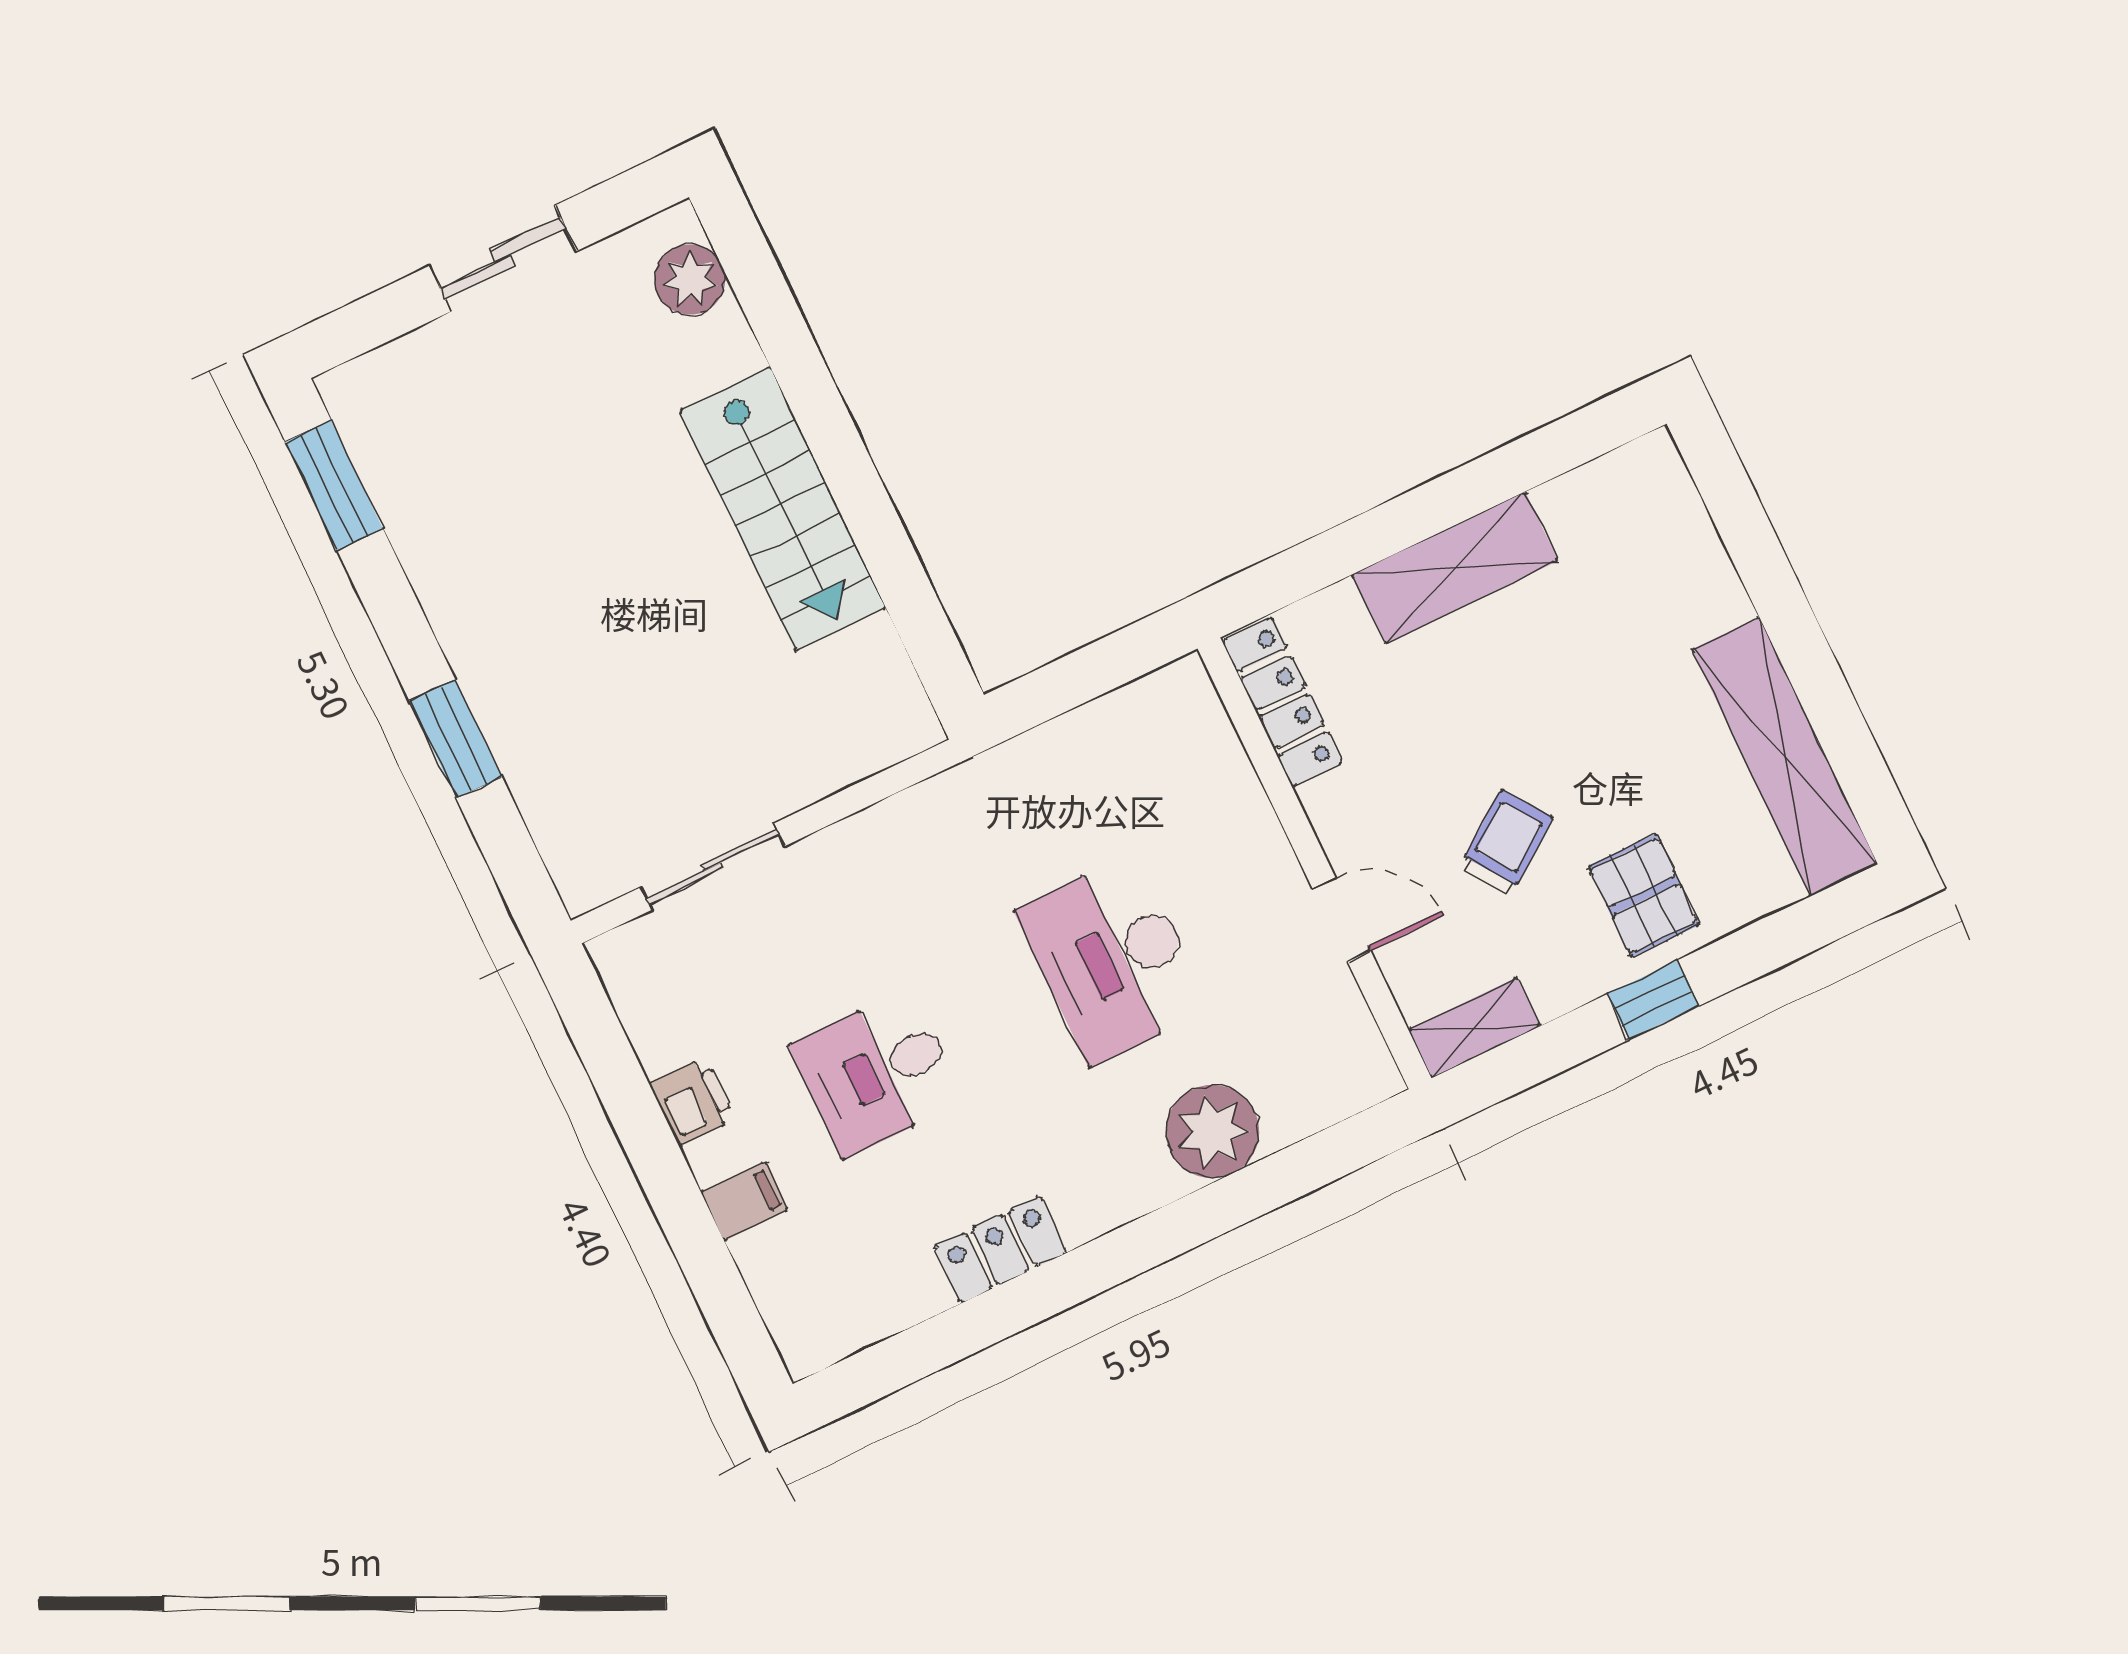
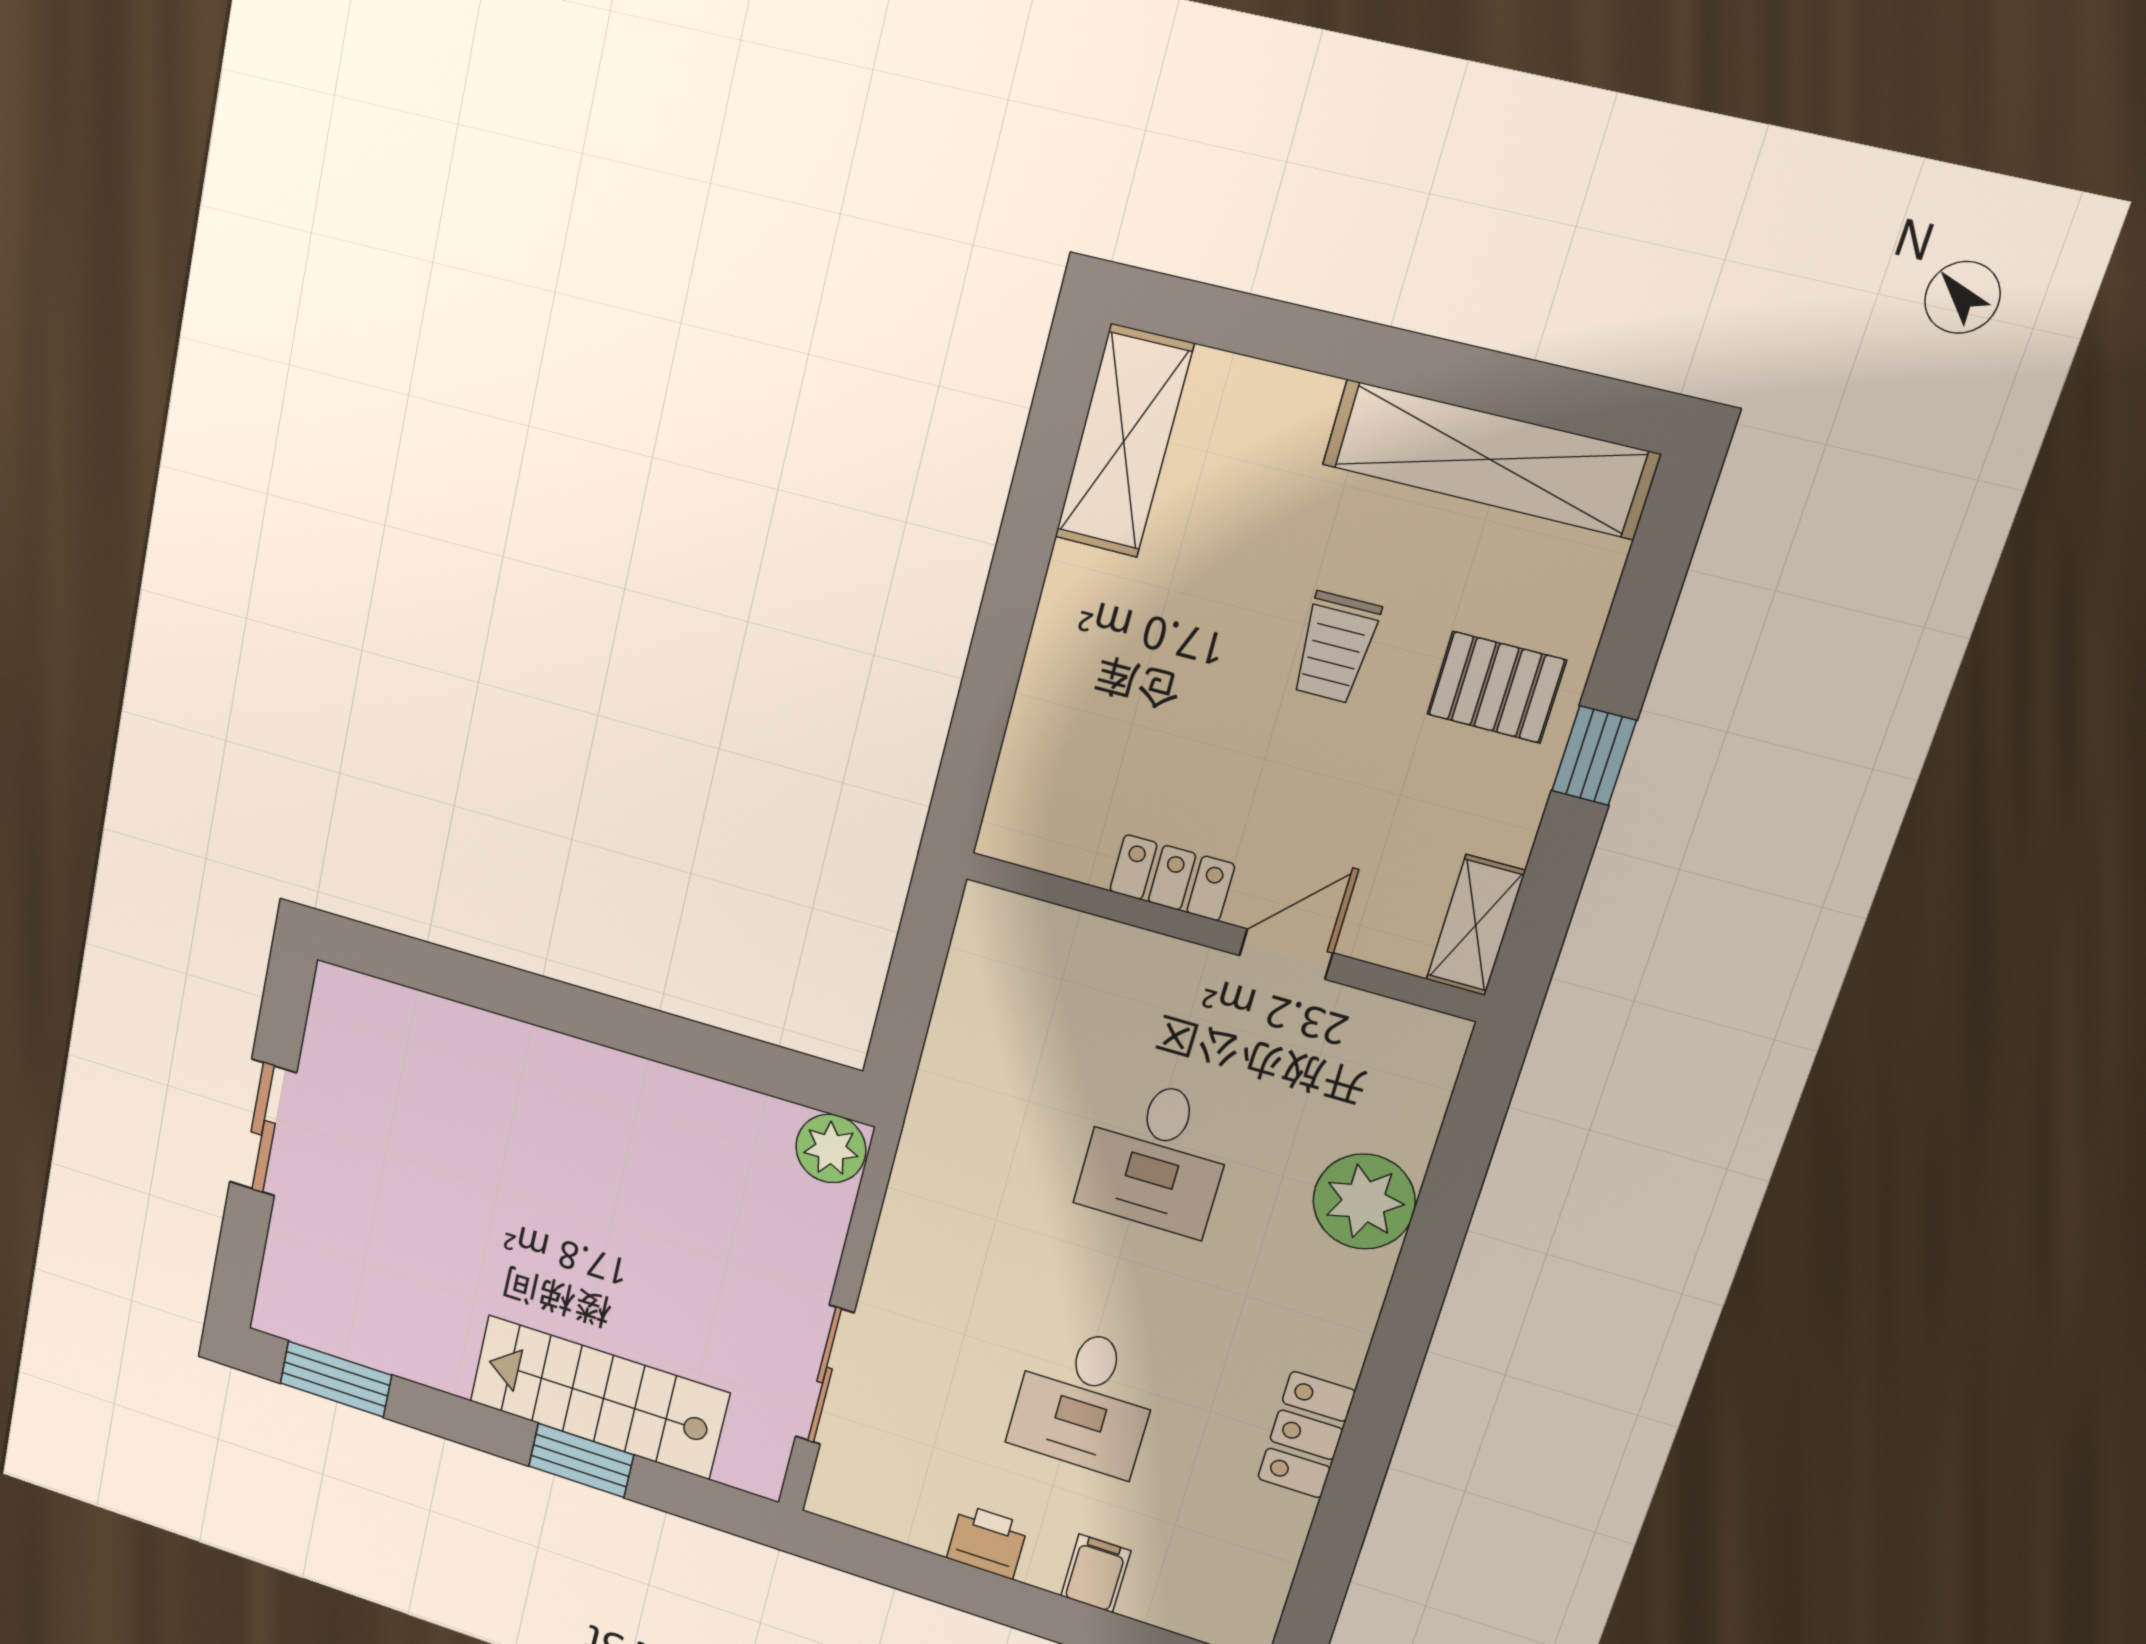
plant: (690, 279) -> (831, 1148), moved
stairs: (783, 509) -> (599, 1397), moved, turned 180
shelving: (1455, 568) -> (1124, 441), moved
locker: (1282, 702) -> (1172, 878), moved, width x0.66
trolley: (1506, 843) -> (1335, 648), moved, turned -144
desk: (1113, 960) -> (1156, 1156), width x0.73

